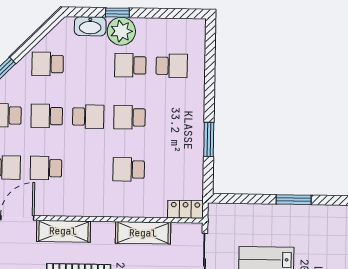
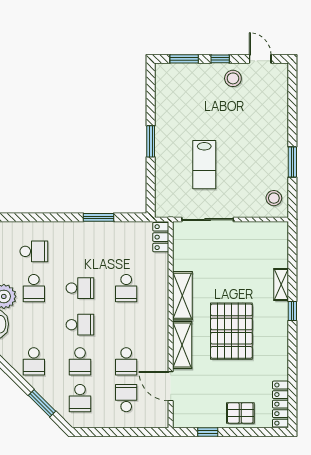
school desk: (172, 66) -> (34, 251), turned 90
school desk: (88, 117) -> (80, 325), turned 90
school desk: (130, 117) -> (80, 288), turned -90
shelving: (143, 233) -> (182, 296), moved

